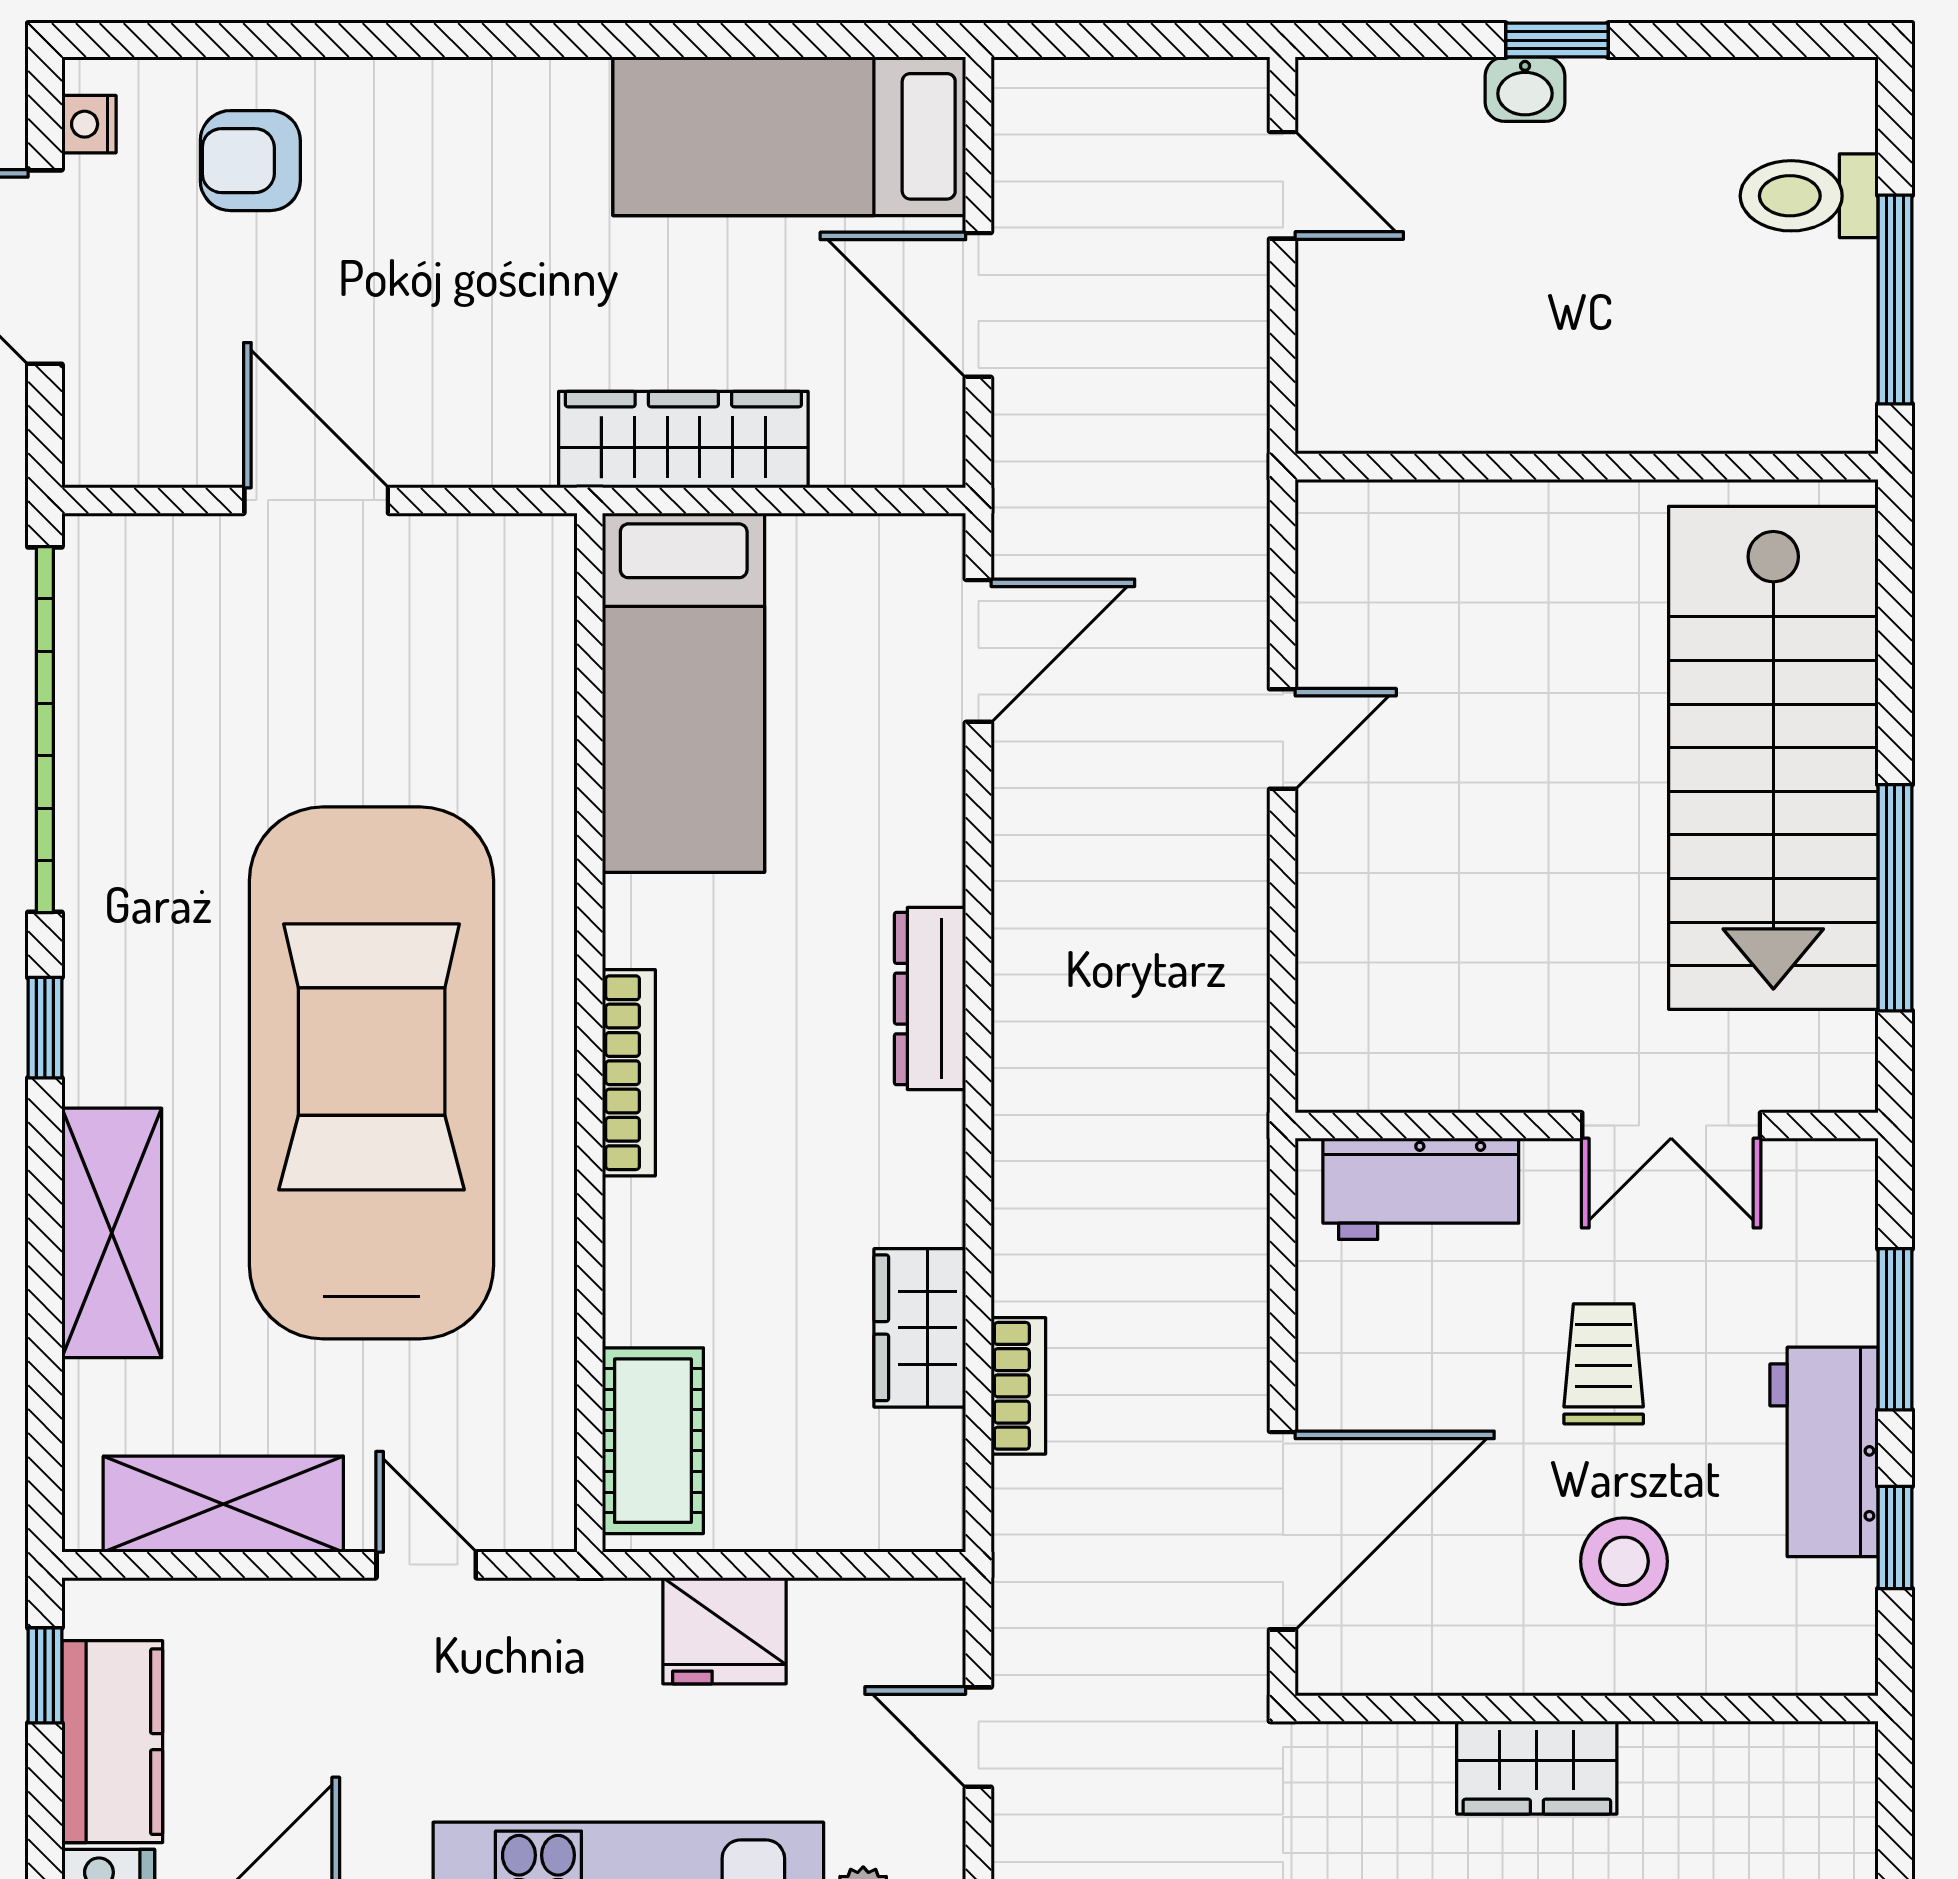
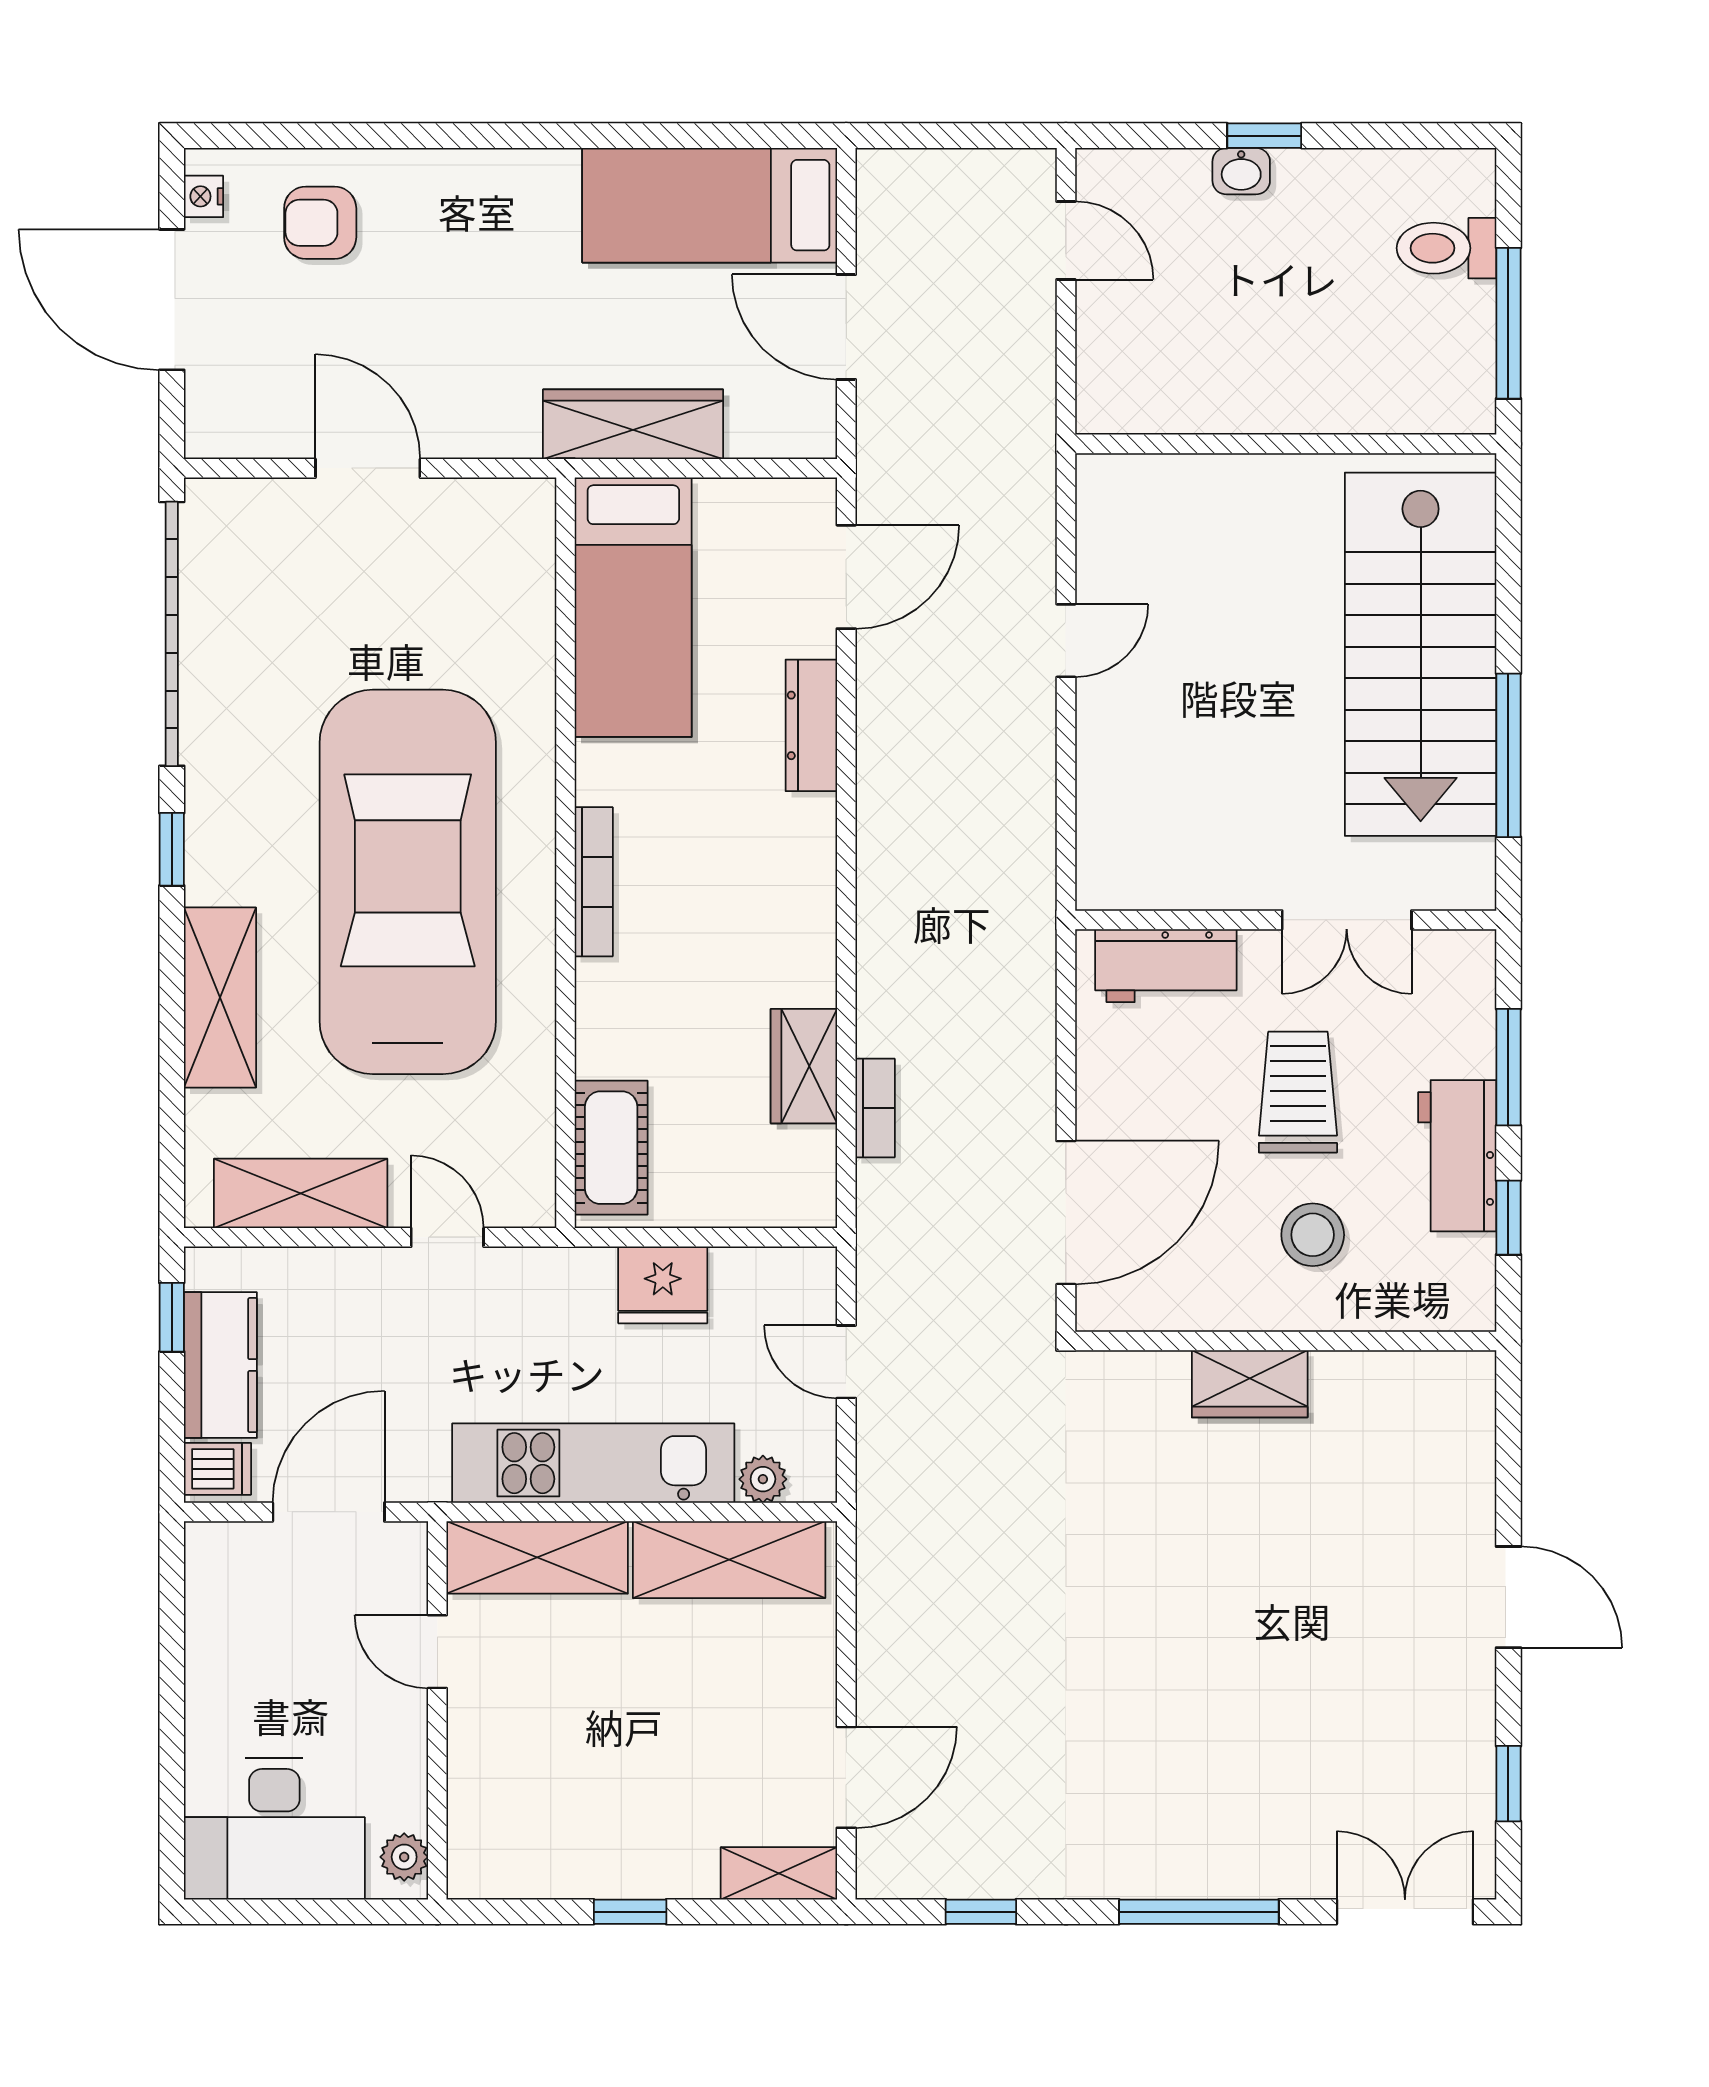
dresser: (930, 999) -> (811, 725), moved
trolley: (1604, 1364) -> (1298, 1092), width x1.36, depth x1.39

